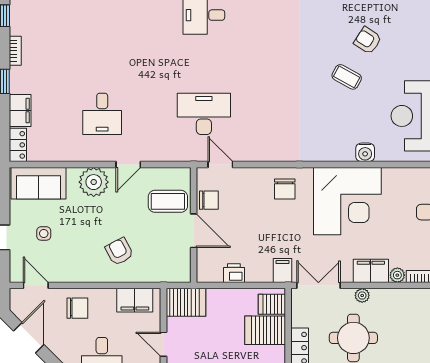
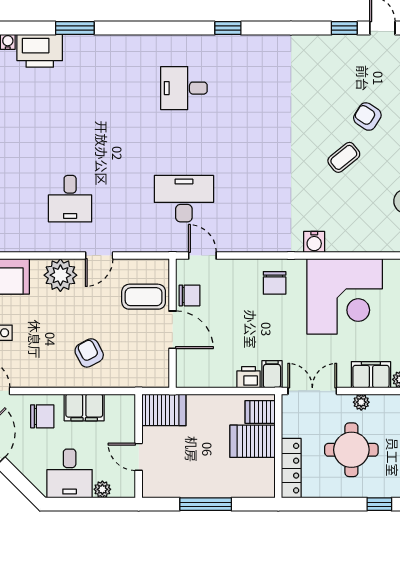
coffee table: (347, 77) -> (344, 157), turned -68
water cooler: (365, 152) -> (314, 242), moved
printer: (234, 273) -> (249, 377), moved
filing cabinet: (135, 300) -> (84, 407), moved

